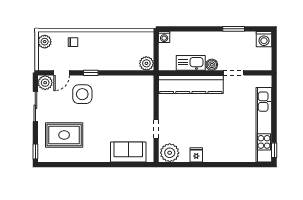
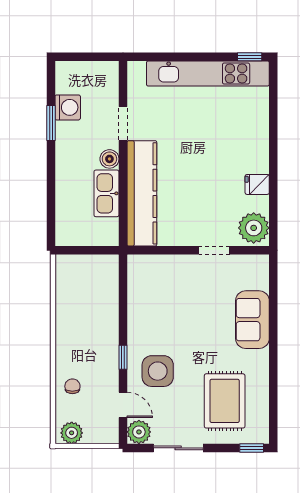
washing machine: (164, 37) -> (64, 237), removed
washing machine: (264, 39) -> (68, 107), moved
plant: (146, 63) -> (107, 266), removed
sofa: (128, 152) -> (252, 320), moved

